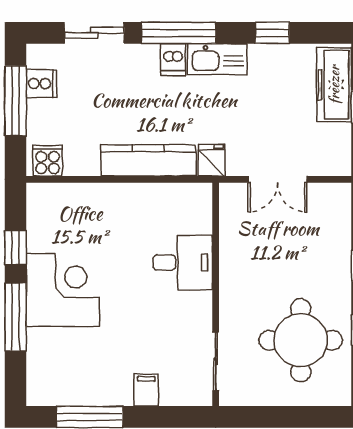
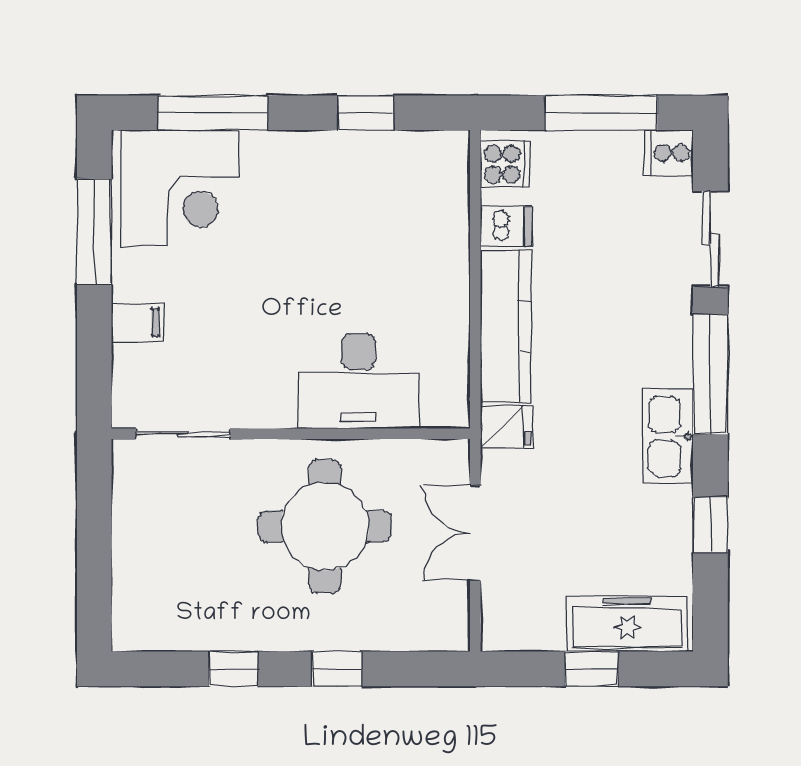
dishwasher: (173, 60) -> (506, 226), moved, turned 180
cooker: (41, 84) -> (669, 153), moved, turned 90
desk: (183, 262) -> (358, 381), width x1.37
corner desk: (63, 290) -> (179, 188), moved
window: (16, 317) -> (213, 113), moved
round table: (301, 340) -> (325, 526), moved

